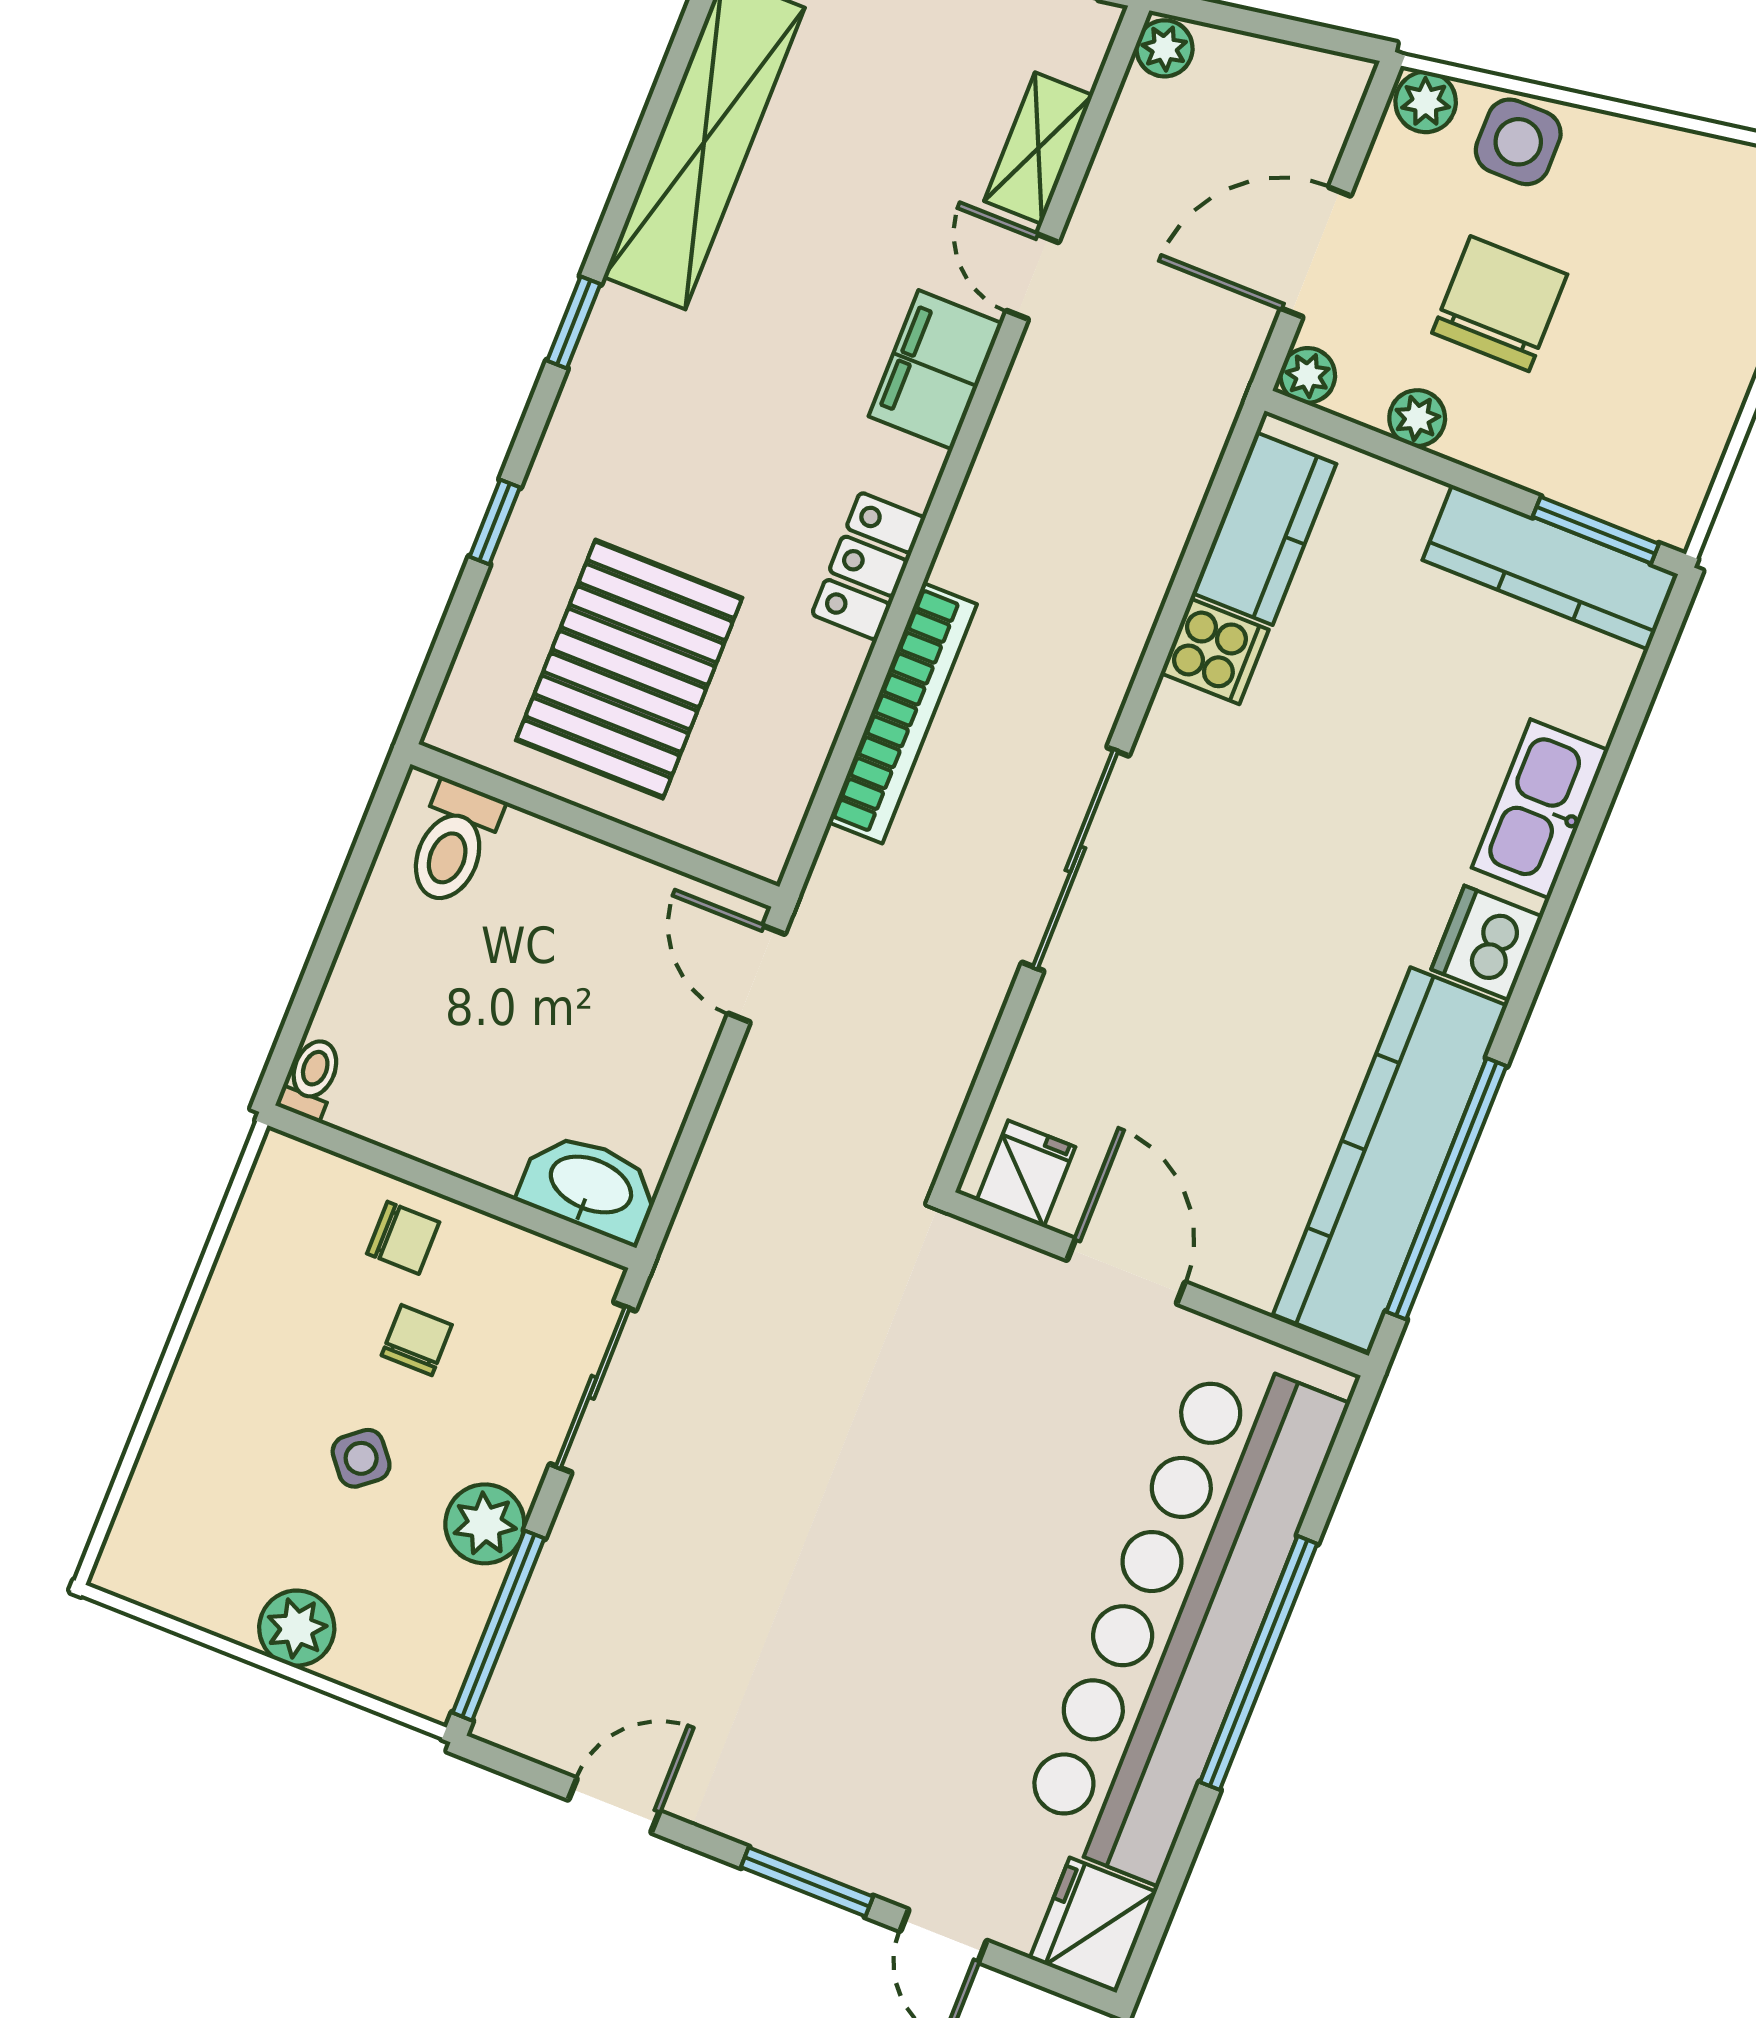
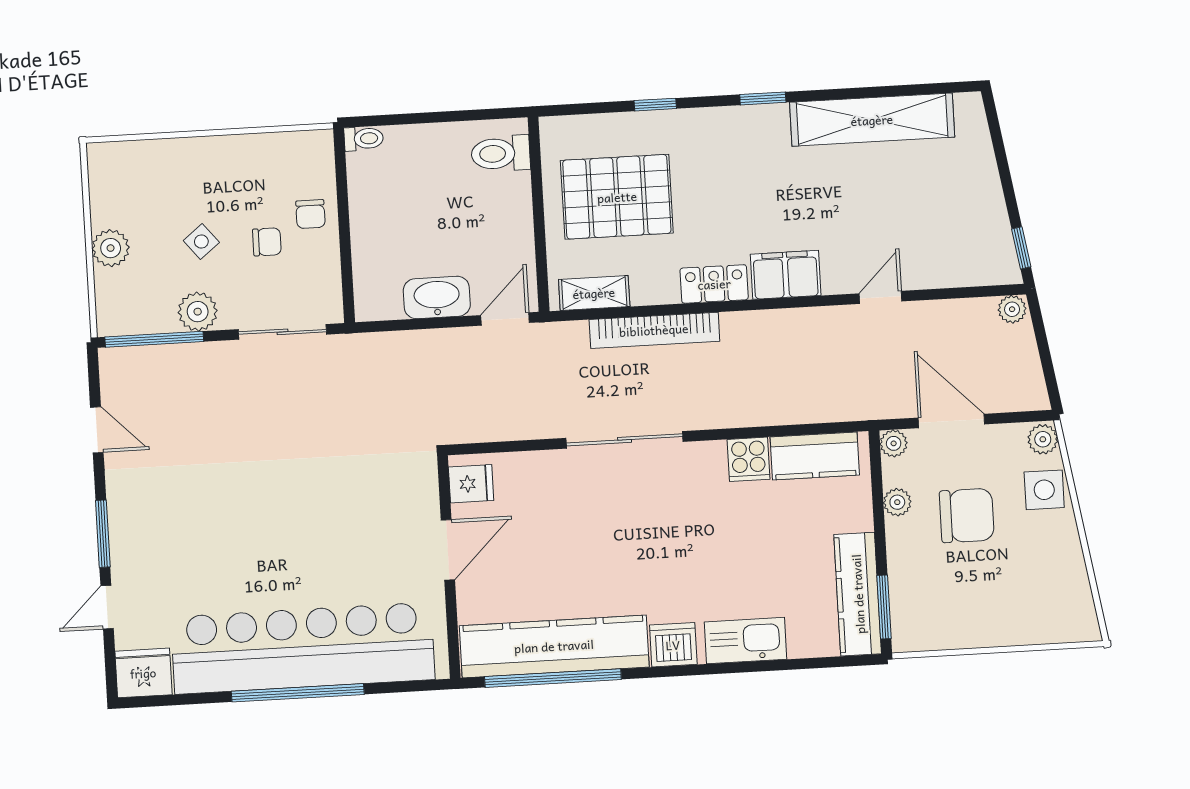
shelving: (1038, 148) -> (594, 293), moved
filing cabinet: (936, 370) -> (786, 275), moved
washbasin: (590, 1187) -> (437, 297), moved, turned -90

